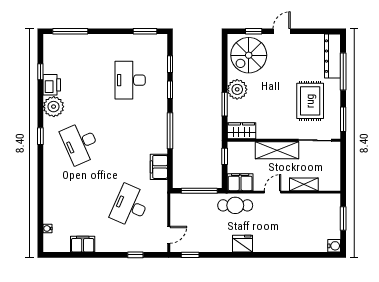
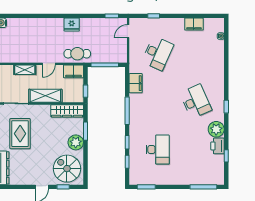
spiral stairs: (249, 55) -> (67, 169), turned -90
wardrobe: (241, 131) -> (67, 111), width x1.50

